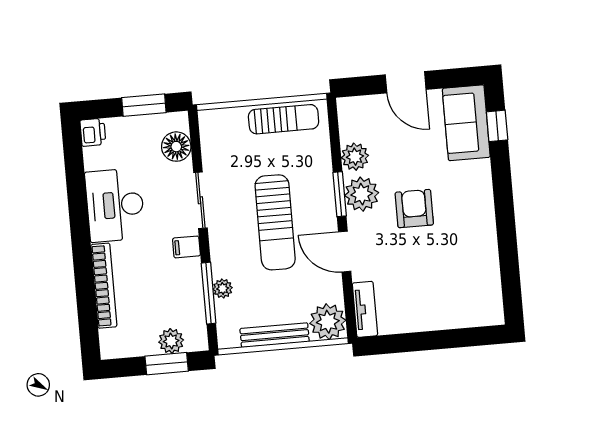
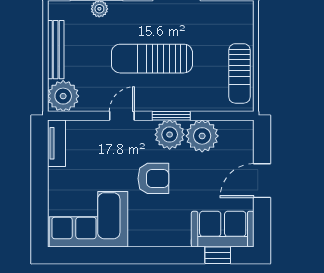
plant: (355, 157) -> (202, 136), width x1.36, depth x1.36
door: (345, 252) -> (122, 116), width x0.73
corner sofa: (468, 280) -> (89, 219), added
tv unit: (365, 309) -> (56, 143), moved, turned -90

